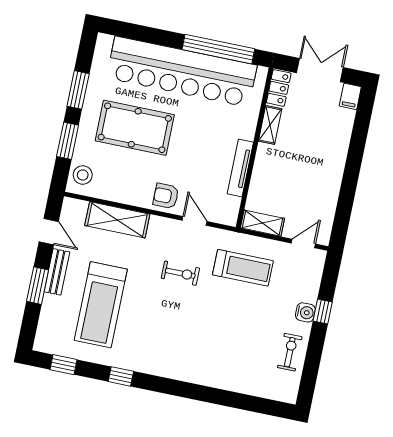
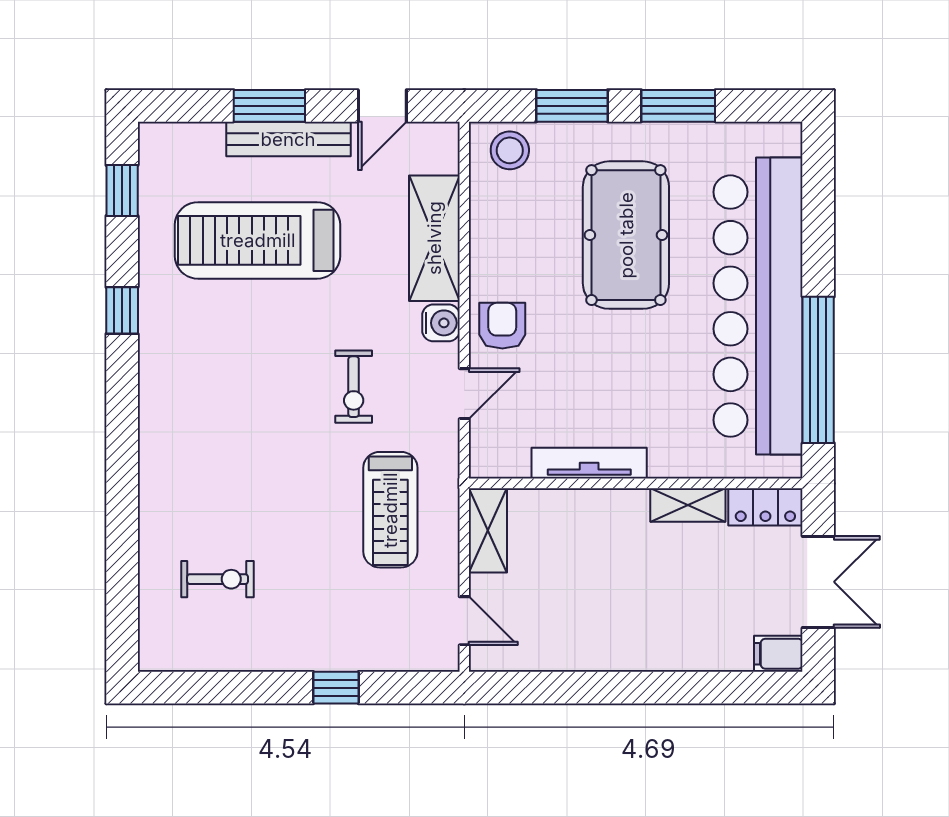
bench: (57, 272) -> (288, 139), width x1.36
water cooler: (305, 312) -> (441, 323), moved, turned -90
exercise bike: (290, 352) -> (218, 579), moved

